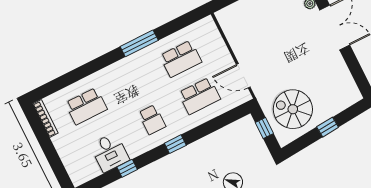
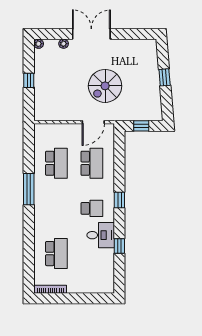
spiral stairs: (293, 109) -> (105, 86), moved
desk: (110, 152) -> (101, 235), moved

